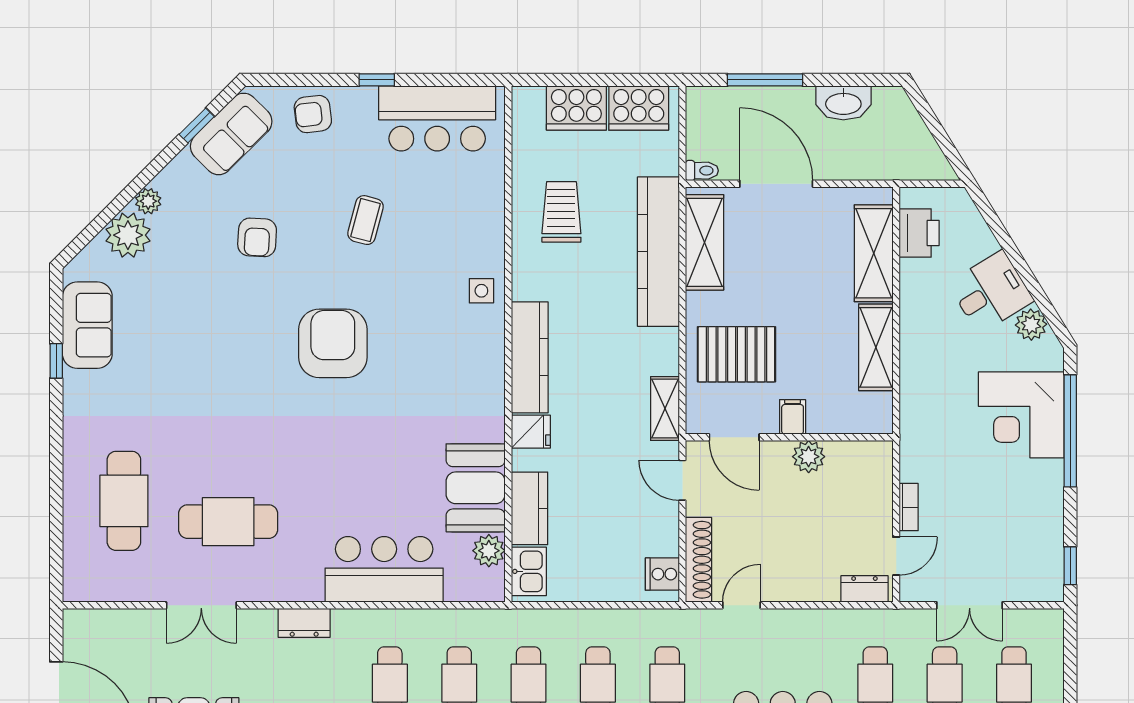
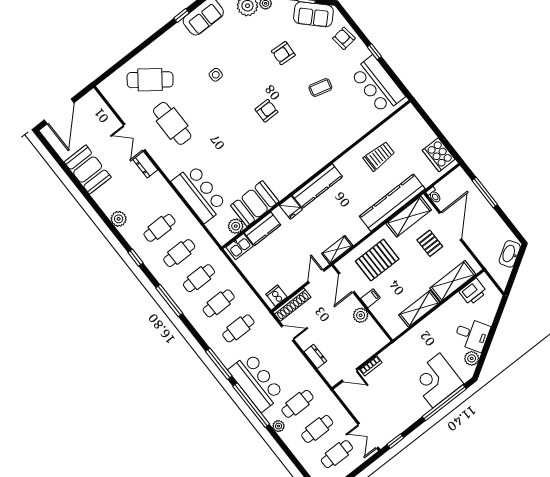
washbasin: (843, 103) -> (510, 254), moved, turned 58
cooker: (576, 108) -> (421, 132), removed
pallet: (778, 242) -> (430, 243), added
side table: (481, 291) -> (216, 75), moved
armchair: (333, 343) -> (266, 111), width x0.53, depth x0.53
pallet: (736, 354) -> (377, 260), turned 90
cafe table: (124, 501) -> (150, 80), turned 37
dresser: (864, 589) -> (315, 356), moved
double door: (970, 605) -> (368, 436), moved
dresser: (304, 623) -> (145, 165), moved

